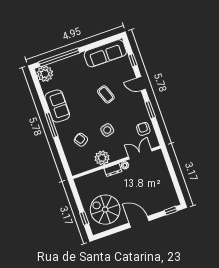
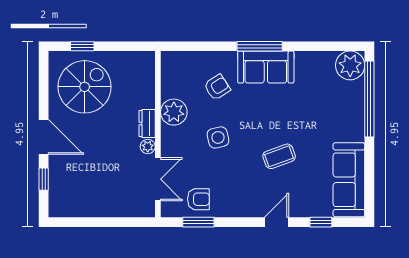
sofa: (57, 106) -> (266, 67), moved
window: (150, 110) -> (198, 222), moved
window: (171, 211) -> (44, 179), moved
door: (139, 222) -> (44, 137), hinge flipped

